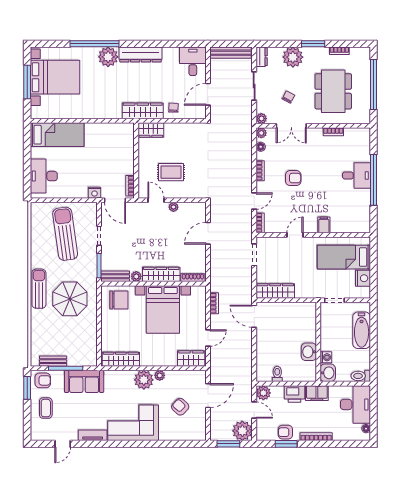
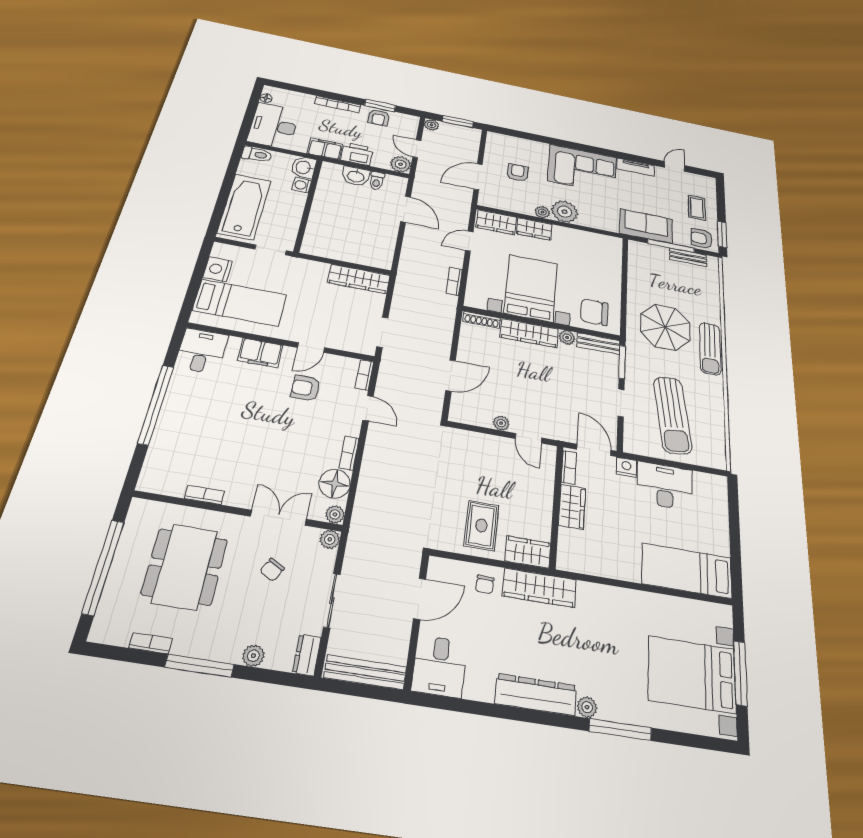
window: (95, 44) -> (620, 730), width x0.68
window: (313, 44) -> (199, 666), width x1.44
plant: (108, 57) -> (587, 707), width x0.53, depth x0.53
plant: (293, 57) -> (253, 656), width x0.53, depth x0.53
floor lamp: (261, 147) -> (335, 484), width x1.89, depth x1.89
wardrobe: (127, 161) -> (572, 507), added
rug: (171, 172) -> (481, 525), moved, turned 90
desk: (356, 175) -> (202, 351), moved, turned 90
desk: (44, 176) -> (665, 486), moved, turned -90
armchair: (293, 178) -> (306, 388), moved
door: (254, 201) -> (368, 408), swing flipped
filing cabinet: (324, 225) -> (260, 353), width x2.00
door: (254, 316) -> (405, 209), moved
bathtub: (362, 330) -> (244, 207), width x1.36, depth x1.36
washbasin: (309, 352) -> (356, 176), moved, turned 90
wardrobe: (121, 359) -> (534, 229), moved, width x0.67
armchair: (180, 407) -> (518, 173), turned -133
plant: (242, 431) -> (431, 125), width x0.53, depth x0.53
armchair: (285, 432) -> (379, 117), turned 90

